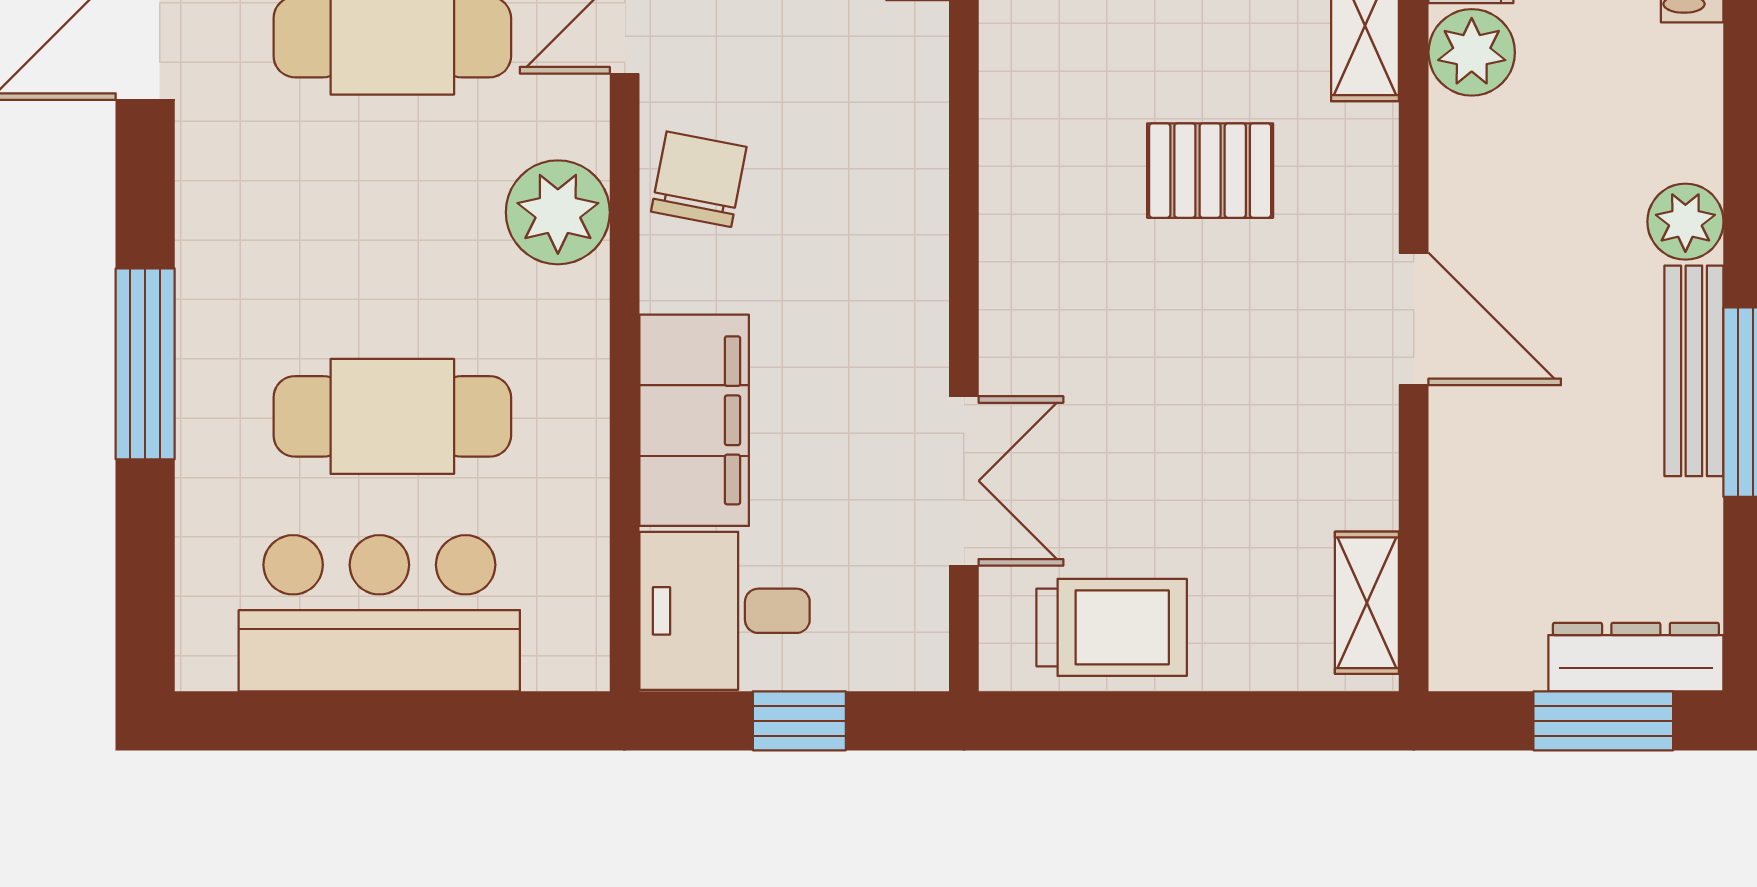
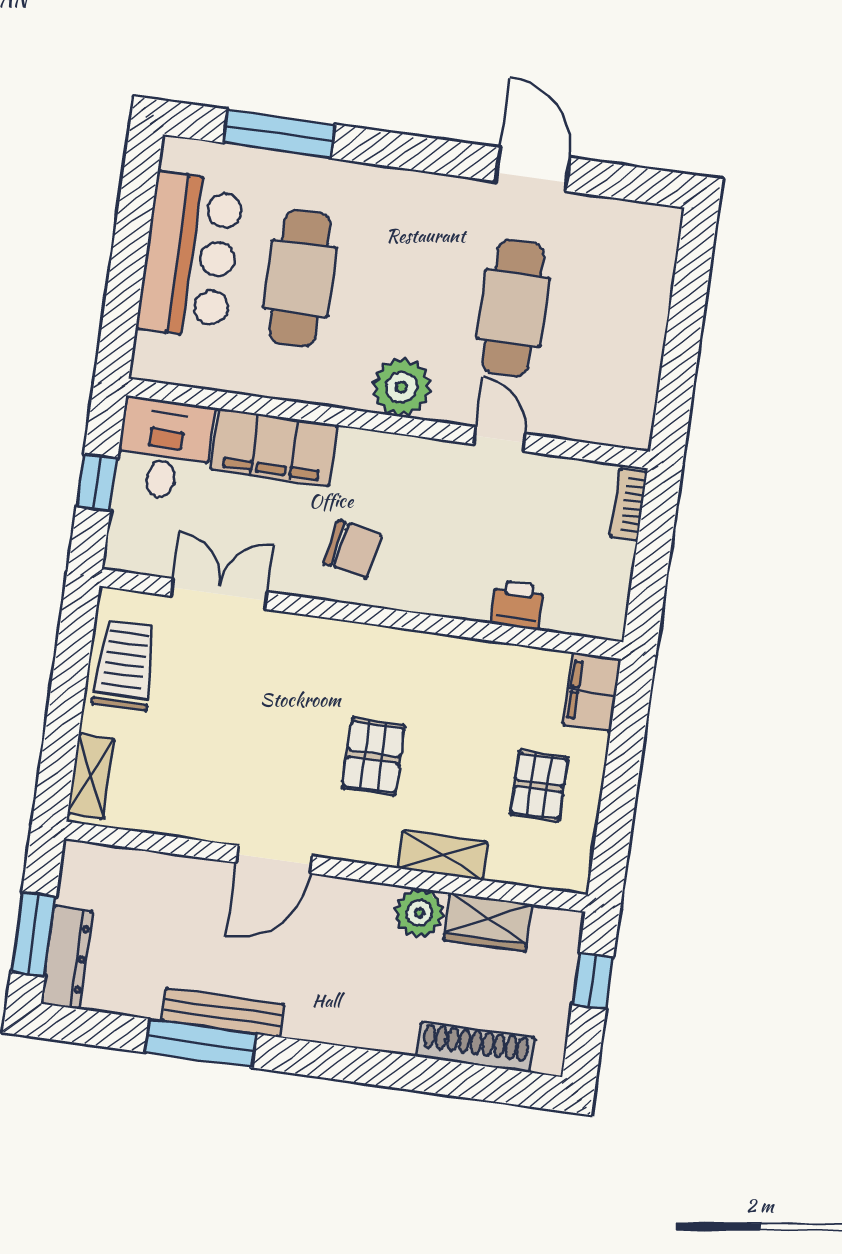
chair: (699, 179) -> (353, 549), moved
plant: (1685, 222) -> (307, 1020), removed
window: (145, 364) -> (279, 134), moved
double door: (964, 481) -> (219, 594), swing flipped
shelving: (1367, 603) -> (91, 776), moved, turned 90
trolley: (1112, 627) -> (125, 665), turned 180

